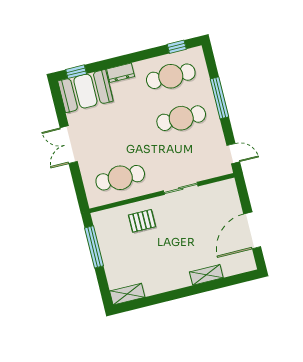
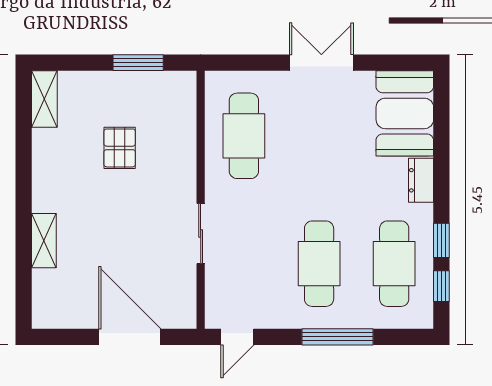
window: (76, 72) -> (441, 240), moved
pallet: (142, 221) -> (120, 148), moved
door: (252, 230) -> (130, 337), moved
window: (94, 247) -> (138, 63), width x0.69

